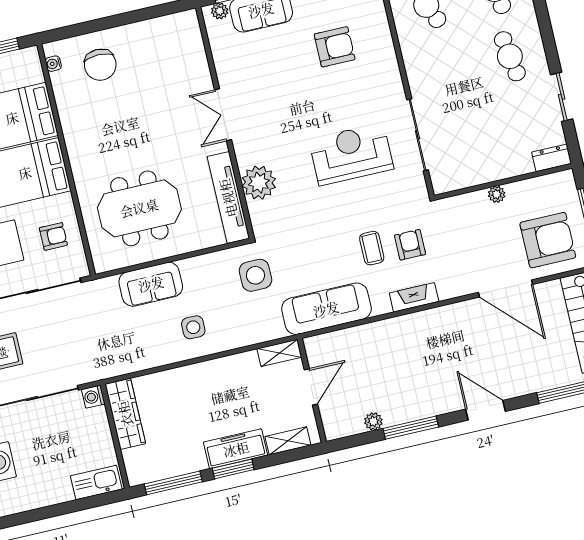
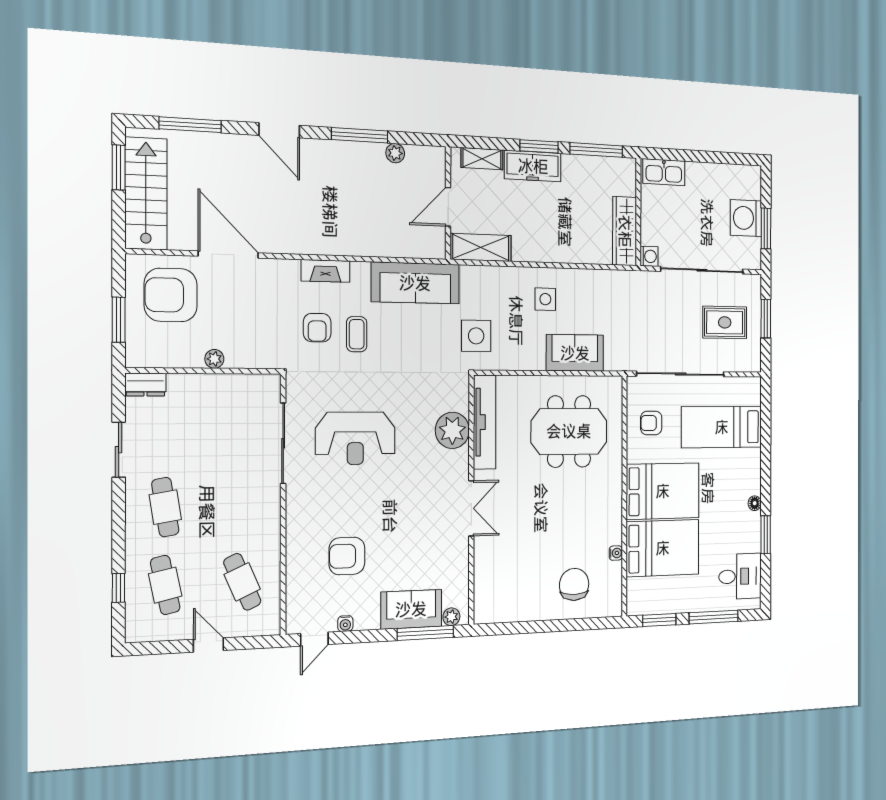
water cooler: (53, 64) -> (616, 553), moved
shelving: (279, 353) -> (481, 247), width x1.50, depth x1.33

